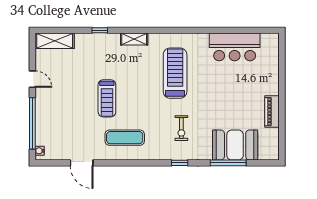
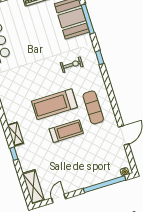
shelving: (134, 39) -> (16, 134), moved
treadmill: (175, 73) -> (54, 104), moved
door: (32, 79) -> (59, 198), moved

